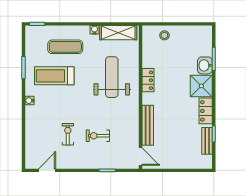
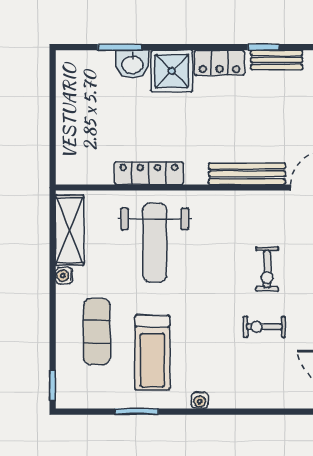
stool: (164, 35) -> (75, 142), removed
weight bench: (112, 77) -> (155, 243), turned -90
locker: (148, 80) -> (149, 173), width x1.53

